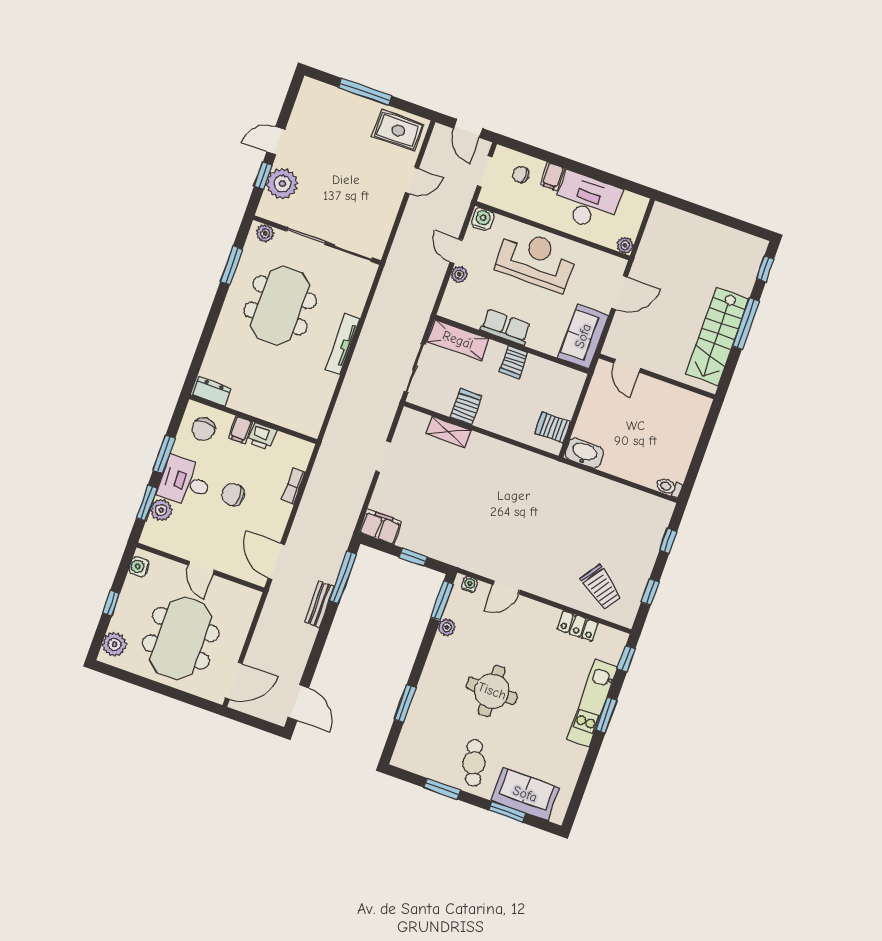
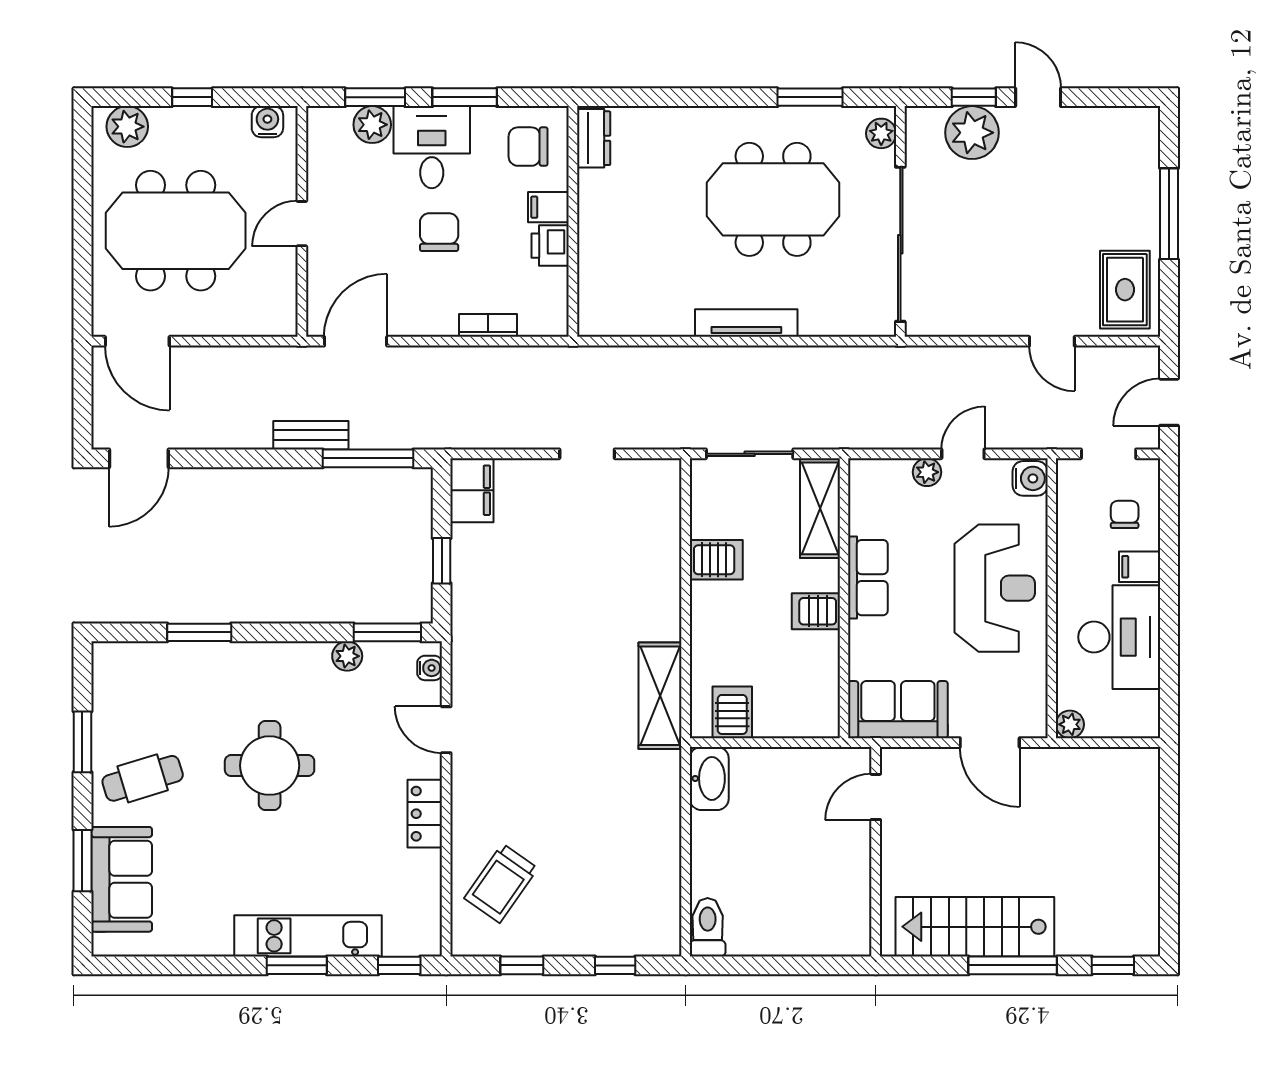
shelving: (449, 432) -> (660, 696), moved, width x1.50, depth x1.33
toilet: (669, 487) -> (708, 927), width x1.37, depth x1.39
locker: (578, 626) -> (425, 814), moved

